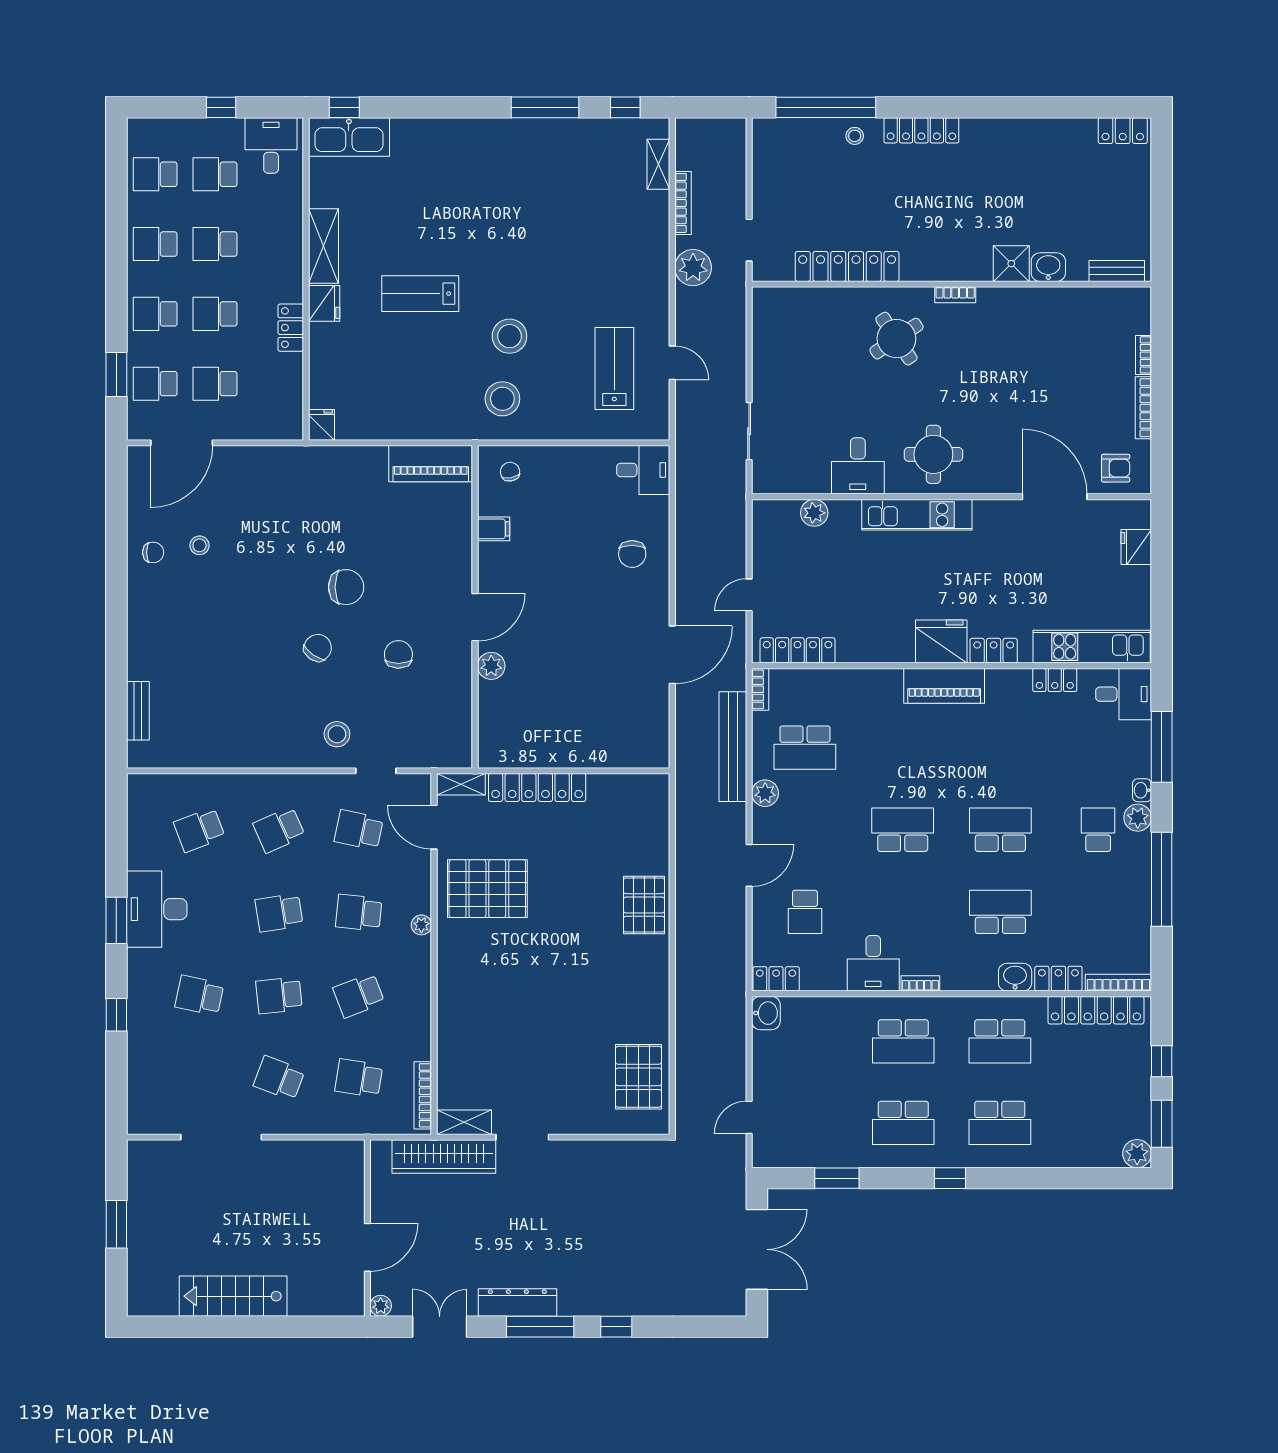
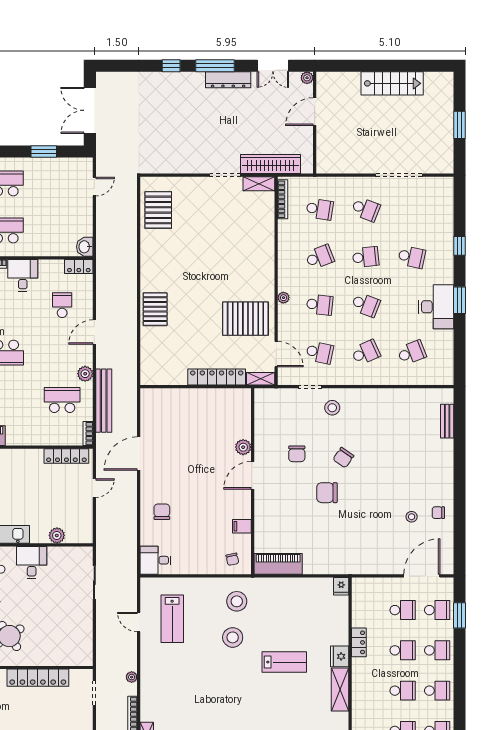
plant: (693, 268) -> (132, 677), width x0.53, depth x0.53
school desk: (279, 913) -> (366, 305), turned 30

